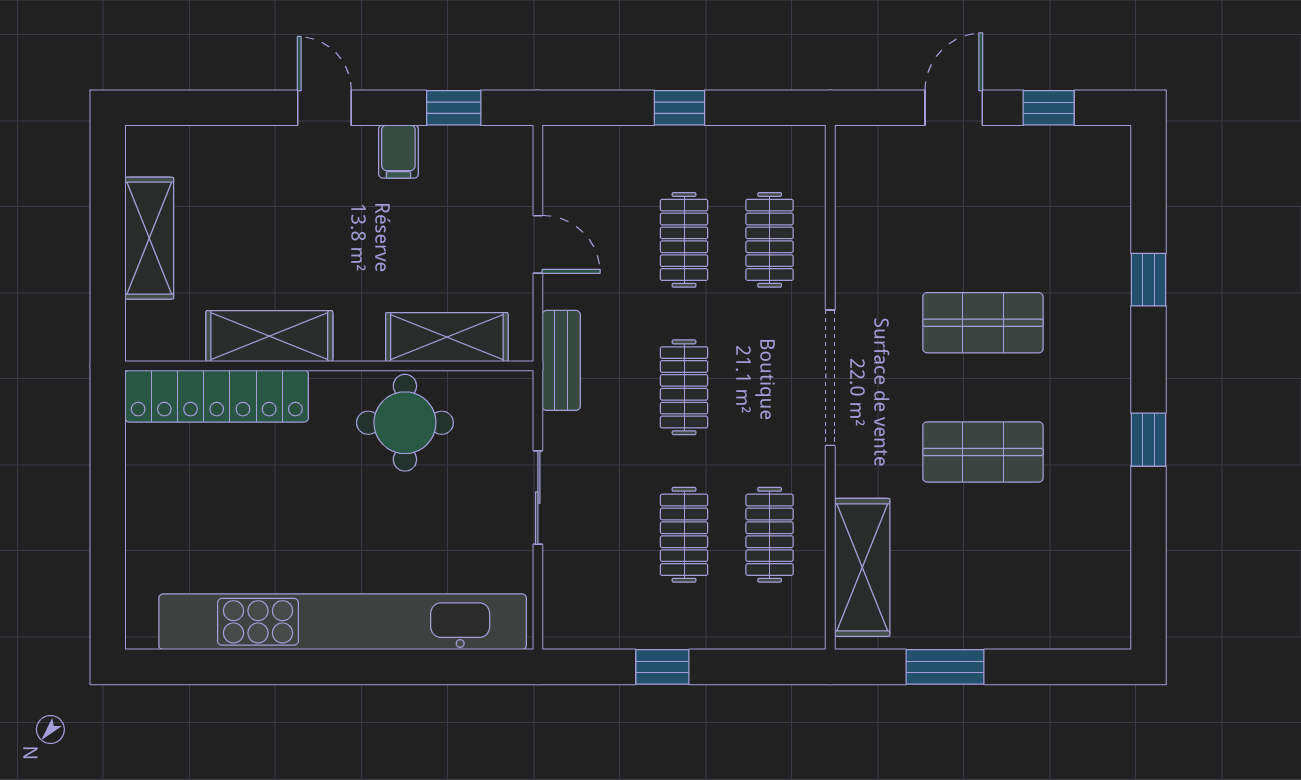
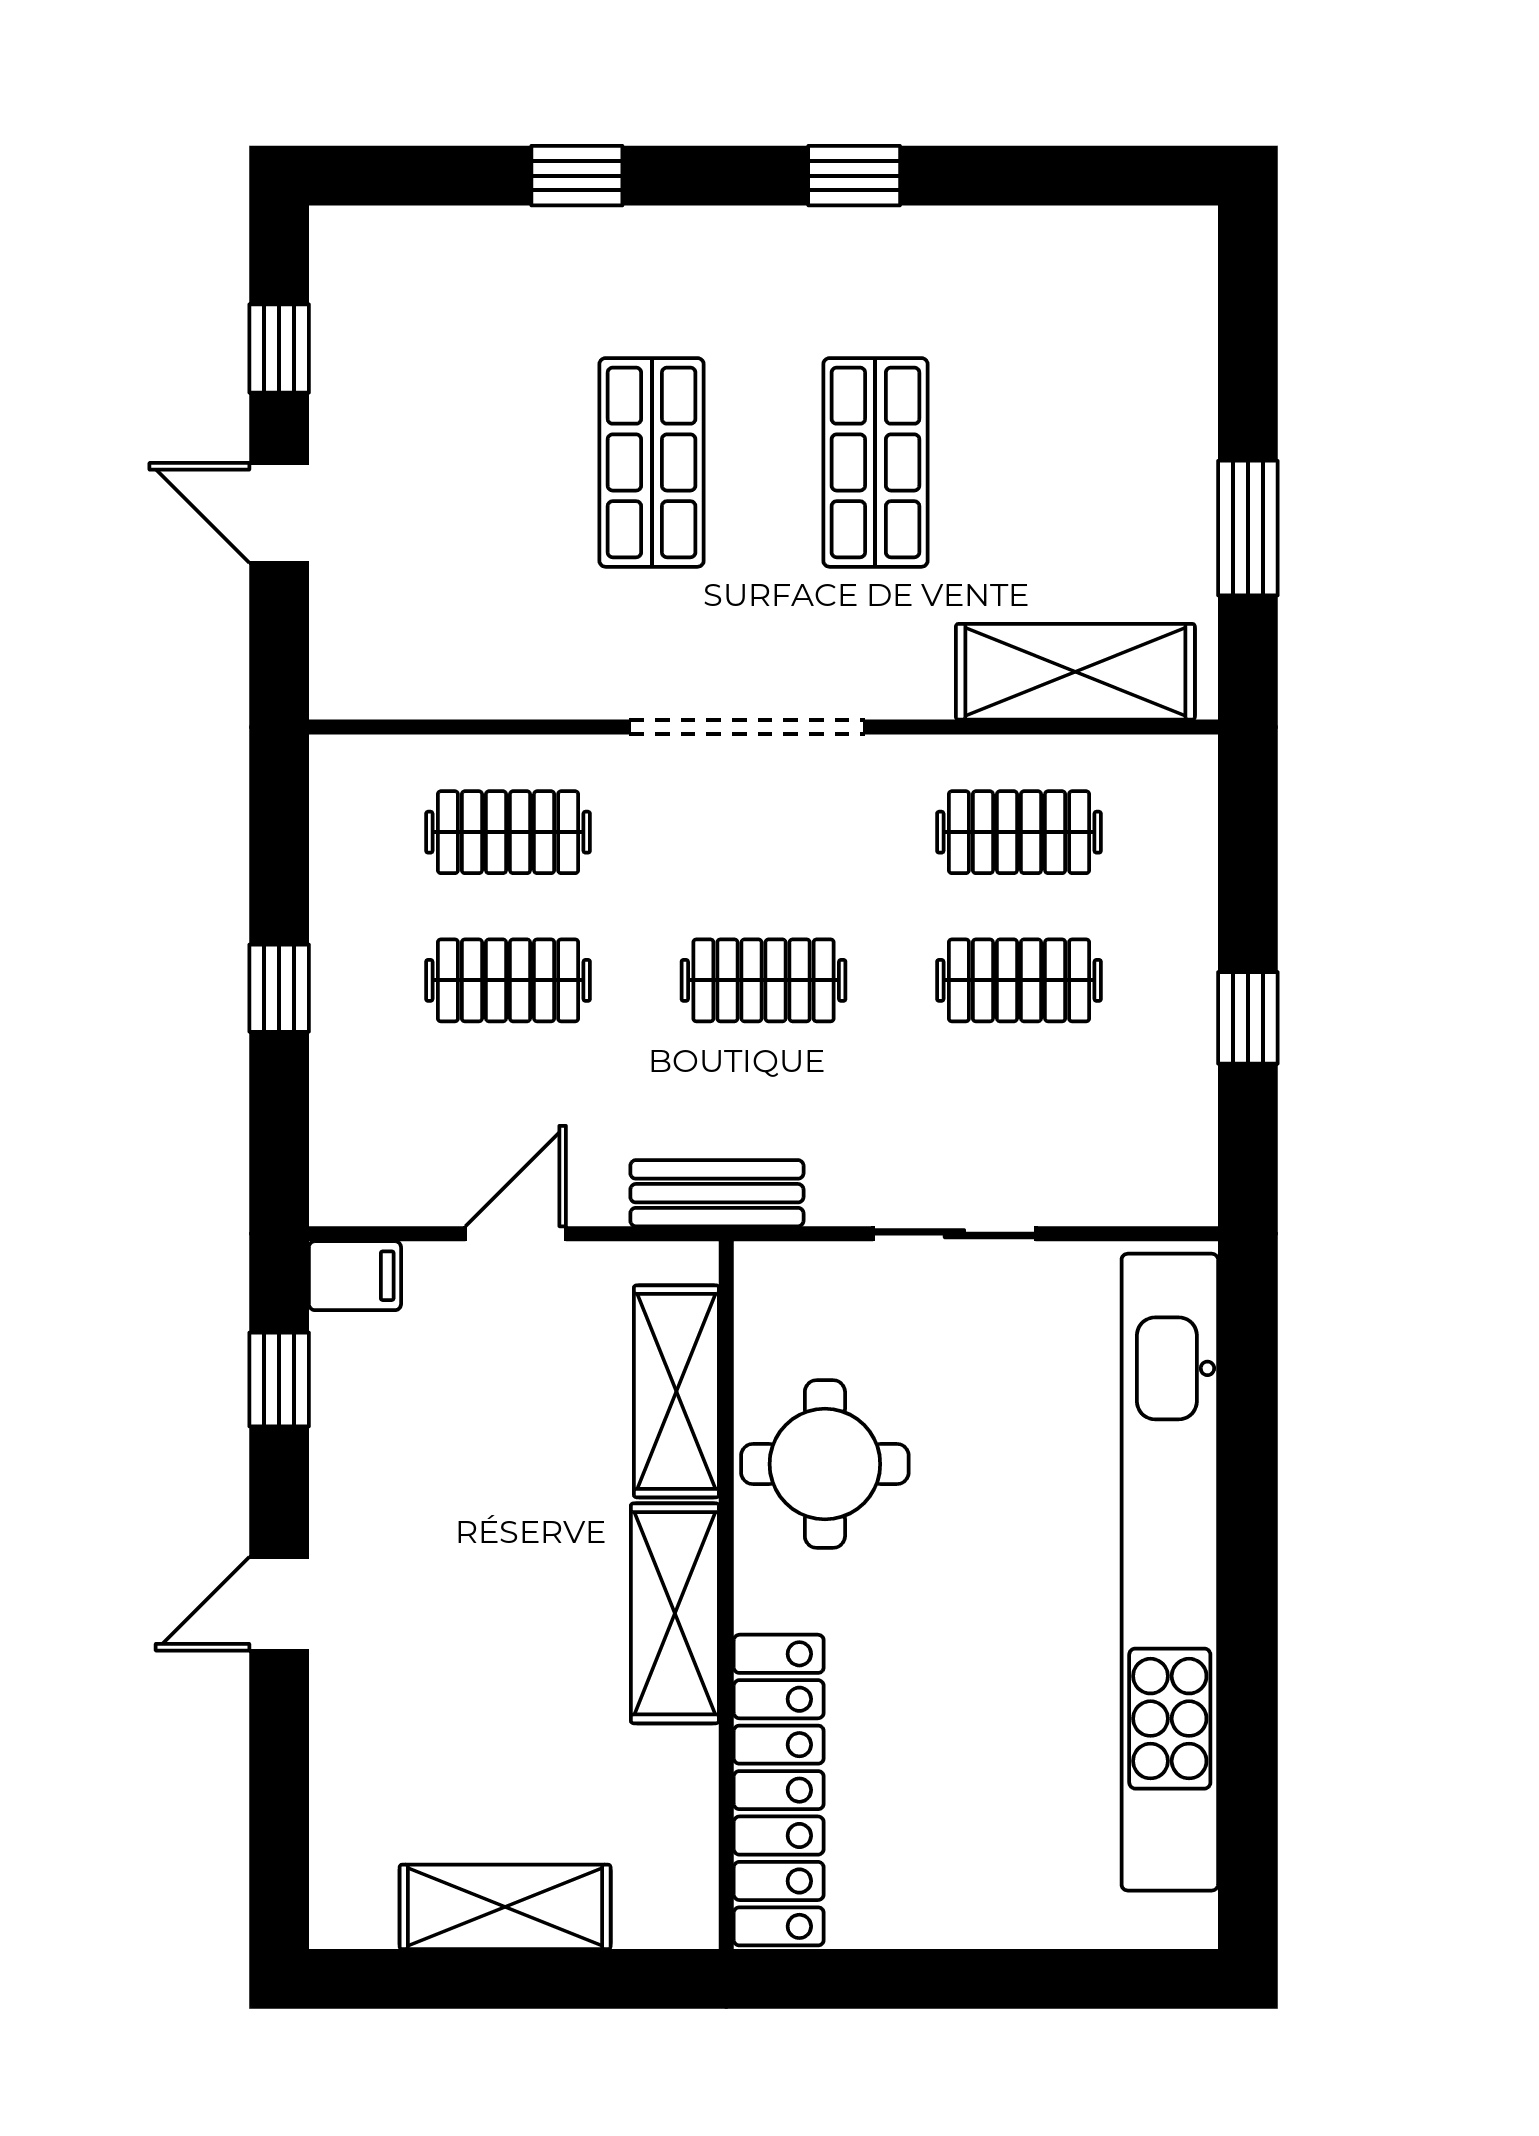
filing cabinet: (398, 152) -> (355, 1276), moved
shelving: (269, 336) -> (675, 1613), moved

